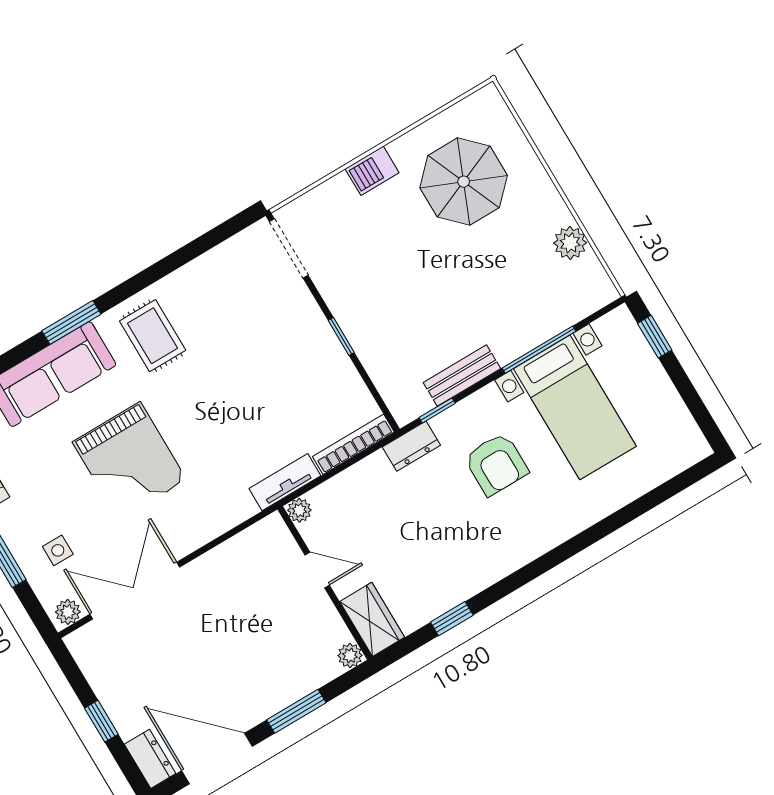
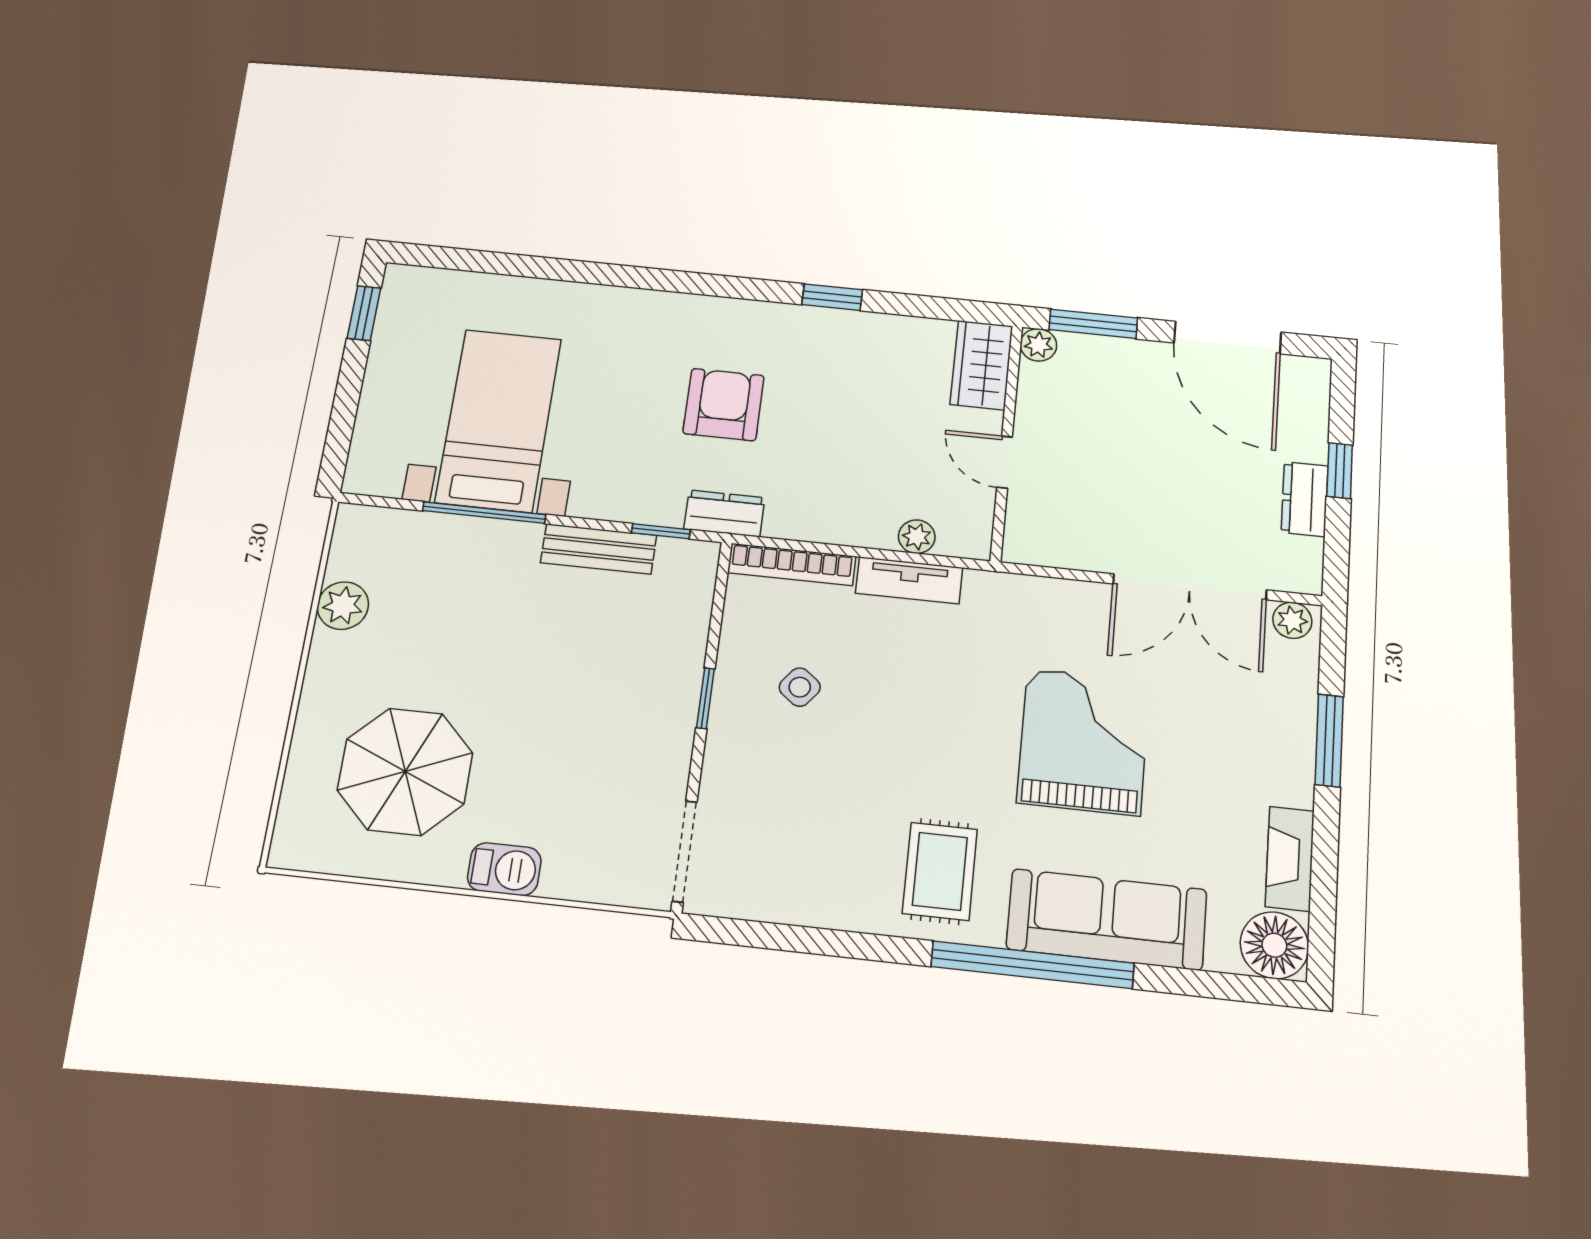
window: (71, 322) -> (1032, 965), width x2.11
window: (655, 337) -> (364, 313), moved
armchair: (496, 464) -> (724, 405), moved
side table: (58, 550) -> (800, 687), moved, turned 38
door: (317, 570) -> (1005, 462), moved
wall: (325, 583) -> (1006, 442), moved
wardrobe: (372, 619) -> (981, 365), moved
plant: (350, 656) -> (1038, 345), moved
dresser: (150, 759) -> (1305, 499), moved

